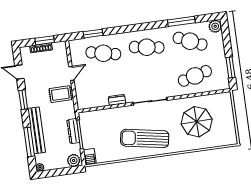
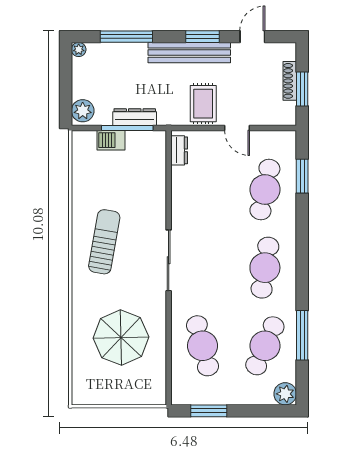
dresser: (117, 100) -> (179, 150), moved
bench: (37, 130) -> (189, 53), moved
sun lounger: (145, 138) -> (104, 242), width x0.73, depth x0.75
barbecue: (90, 157) -> (111, 140), moved

